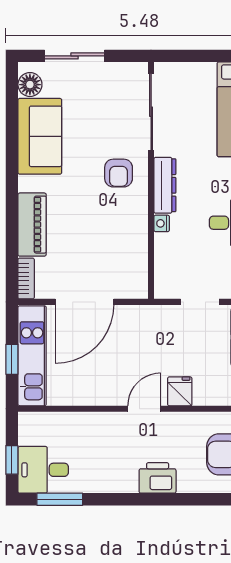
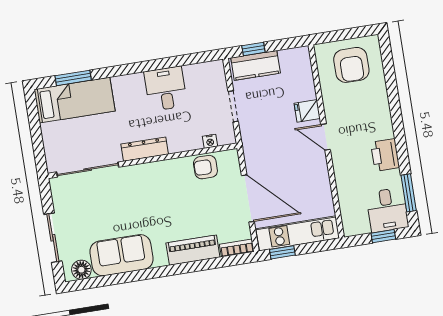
armchair: (119, 173) -> (205, 167), moved, turned 180
nightstand: (162, 223) -> (210, 141), moved
window: (12, 359) -> (282, 252), moved
printer: (158, 478) -> (385, 155), moved

